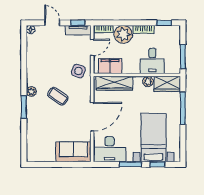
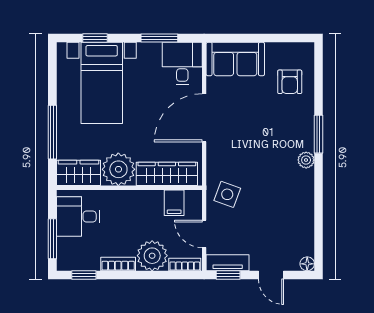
door: (92, 47) -> (204, 234), hinge flipped
window: (183, 57) -> (52, 239), moved
desk: (152, 61) -> (78, 217), moved, turned -90
filing cabinet: (110, 66) -> (174, 203), width x0.50
plant: (148, 81) -> (118, 169), width x1.88, depth x1.88
coffee table: (58, 96) -> (261, 152), removed
armchair: (41, 138) -> (290, 82), added
desk: (110, 149) -> (182, 63), width x0.73
window: (130, 164) -> (159, 38), moved

